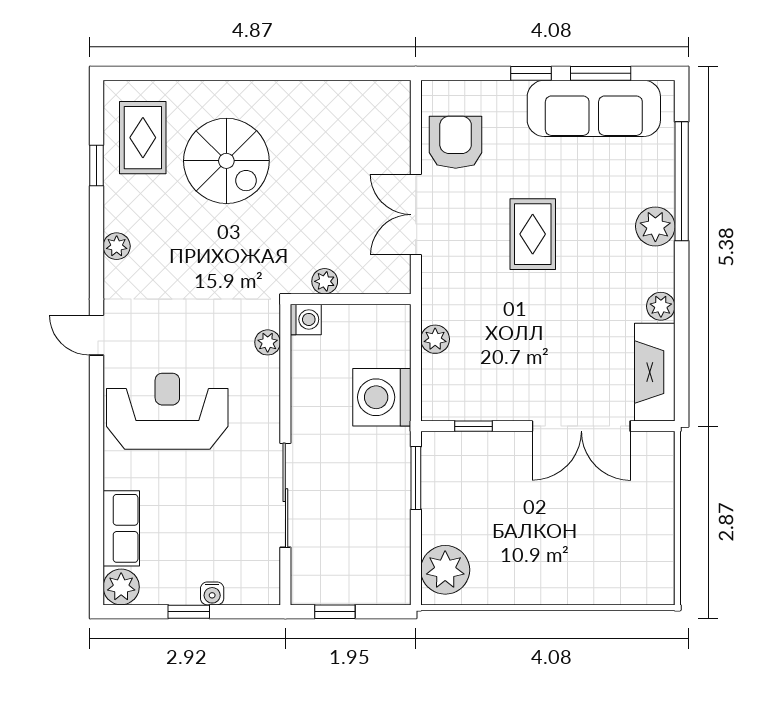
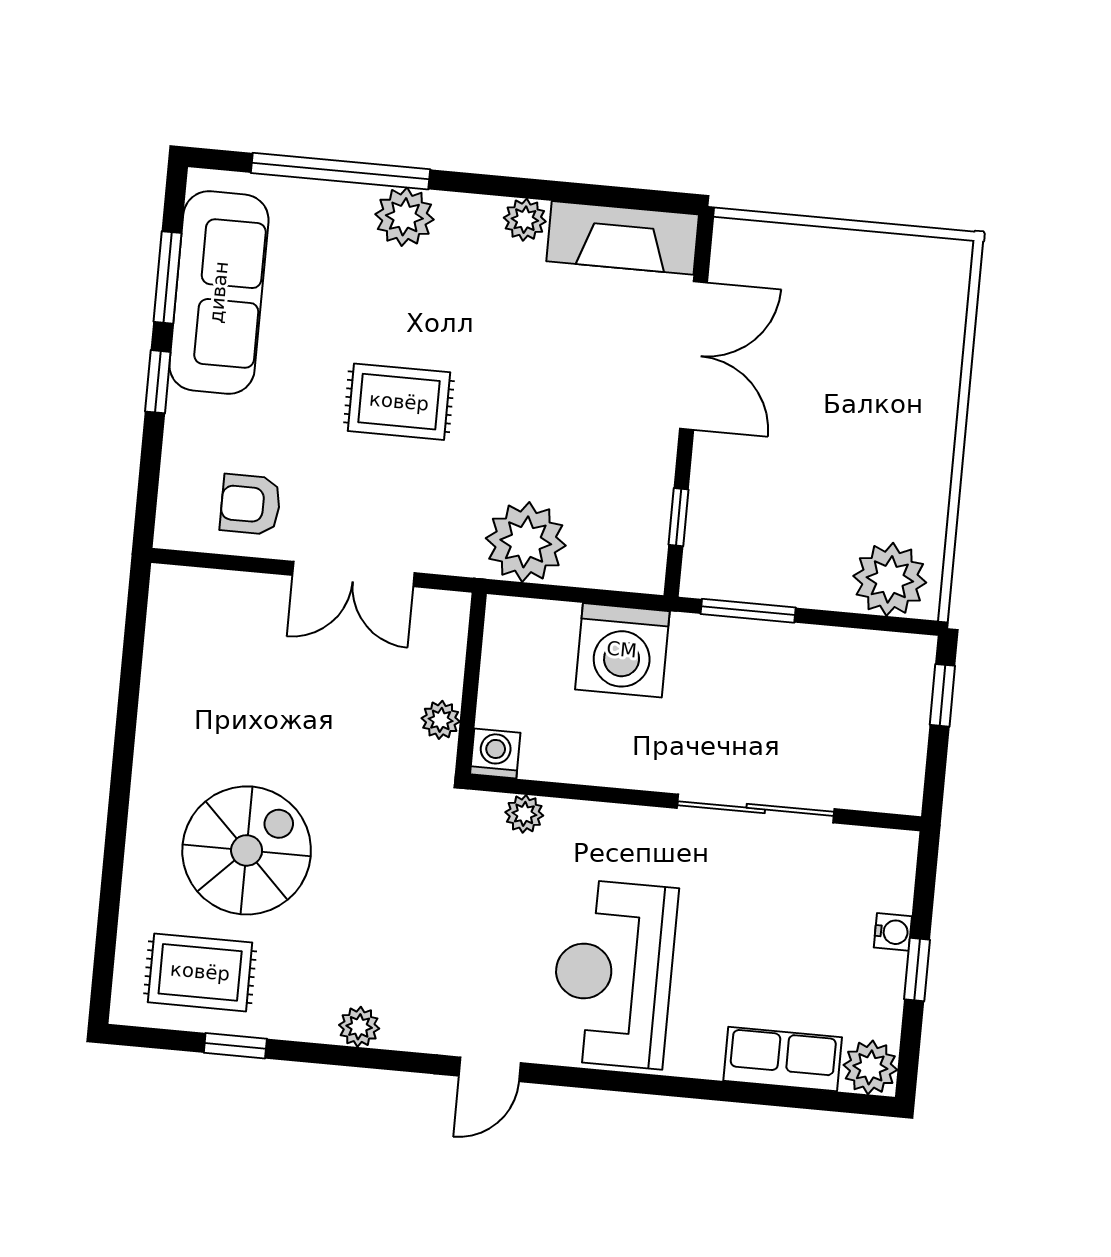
armchair: (456, 142) -> (250, 504), width x0.72, depth x0.72
plant: (435, 339) -> (526, 542), width x1.87, depth x1.87
window: (335, 612) -> (942, 695), moved

